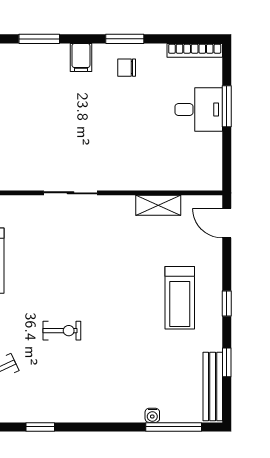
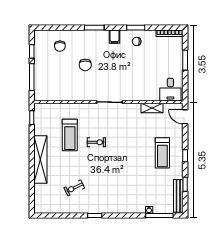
desk: (199, 110) -> (170, 90), moved, turned 90
chair: (20, 116) -> (85, 65), added
exercise bike: (62, 331) -> (96, 142), moved

